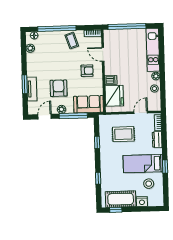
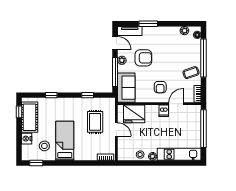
dishwasher: (111, 80) -> (164, 111), moved
tv unit: (32, 89) -> (130, 31), moved
door: (141, 112) -> (116, 129), moved
dresser: (157, 140) -> (88, 156), removed
window: (165, 166) -> (36, 163), moved

